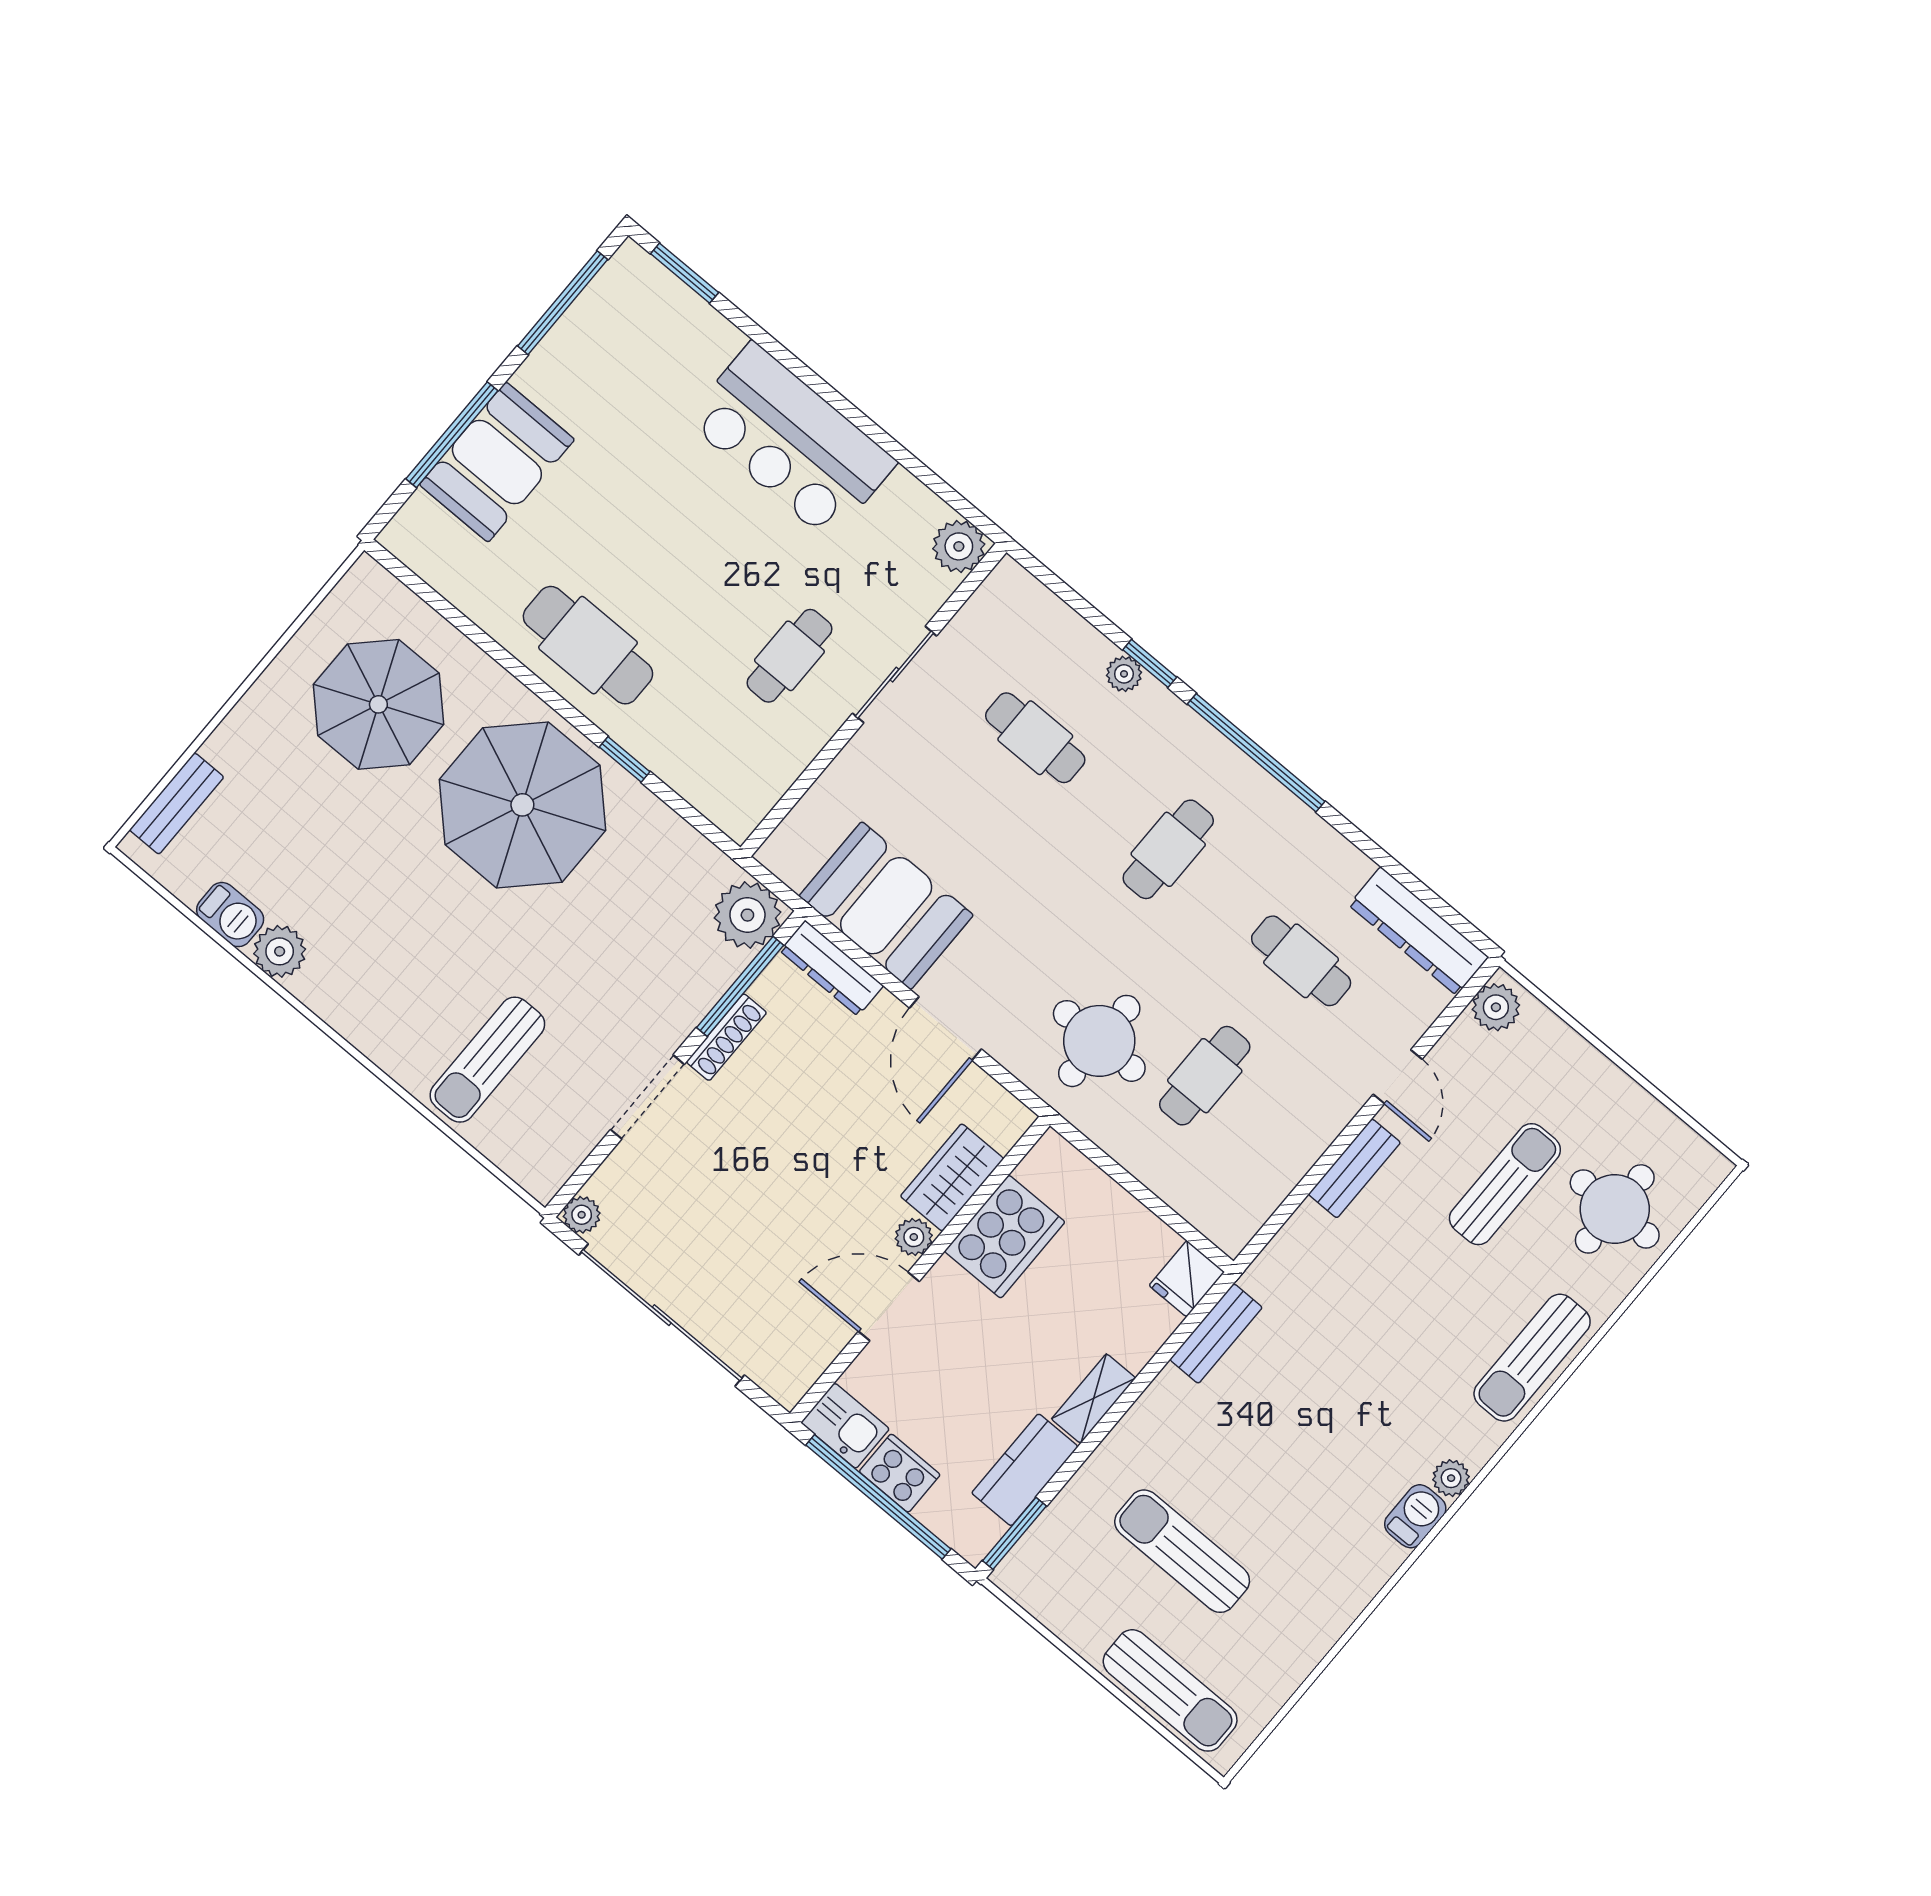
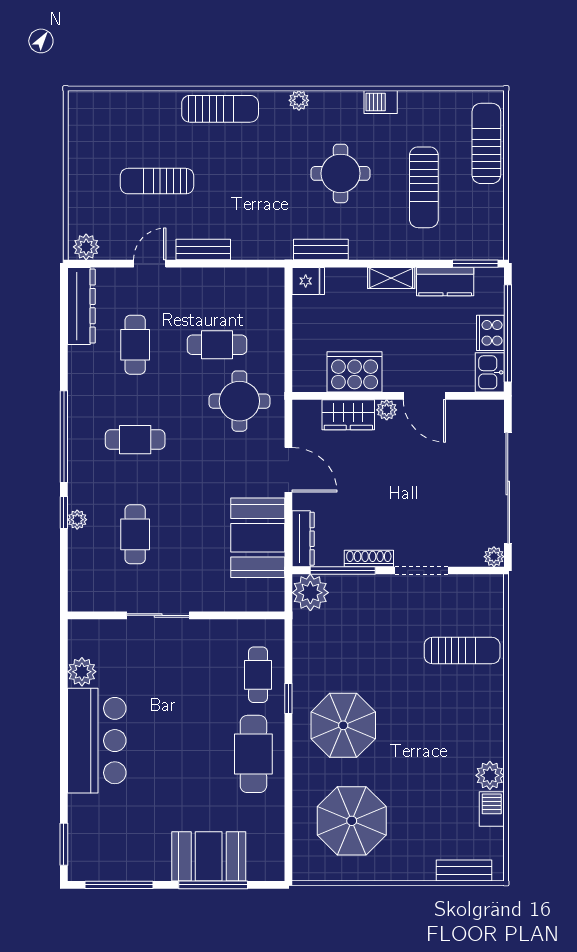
plant: (959, 546) -> (82, 672), moved
cafe table: (789, 656) -> (258, 675), moved, turned 90
parasol: (522, 805) -> (343, 725), width x0.73, depth x0.73
door: (945, 1029) -> (288, 470), hinge flipped
round table: (1615, 1209) -> (341, 173), moved
barbecue: (1415, 1516) -> (381, 102), moved

